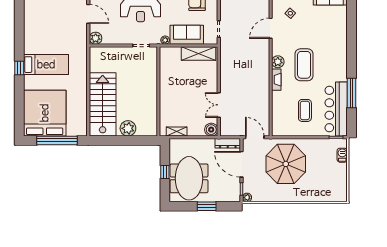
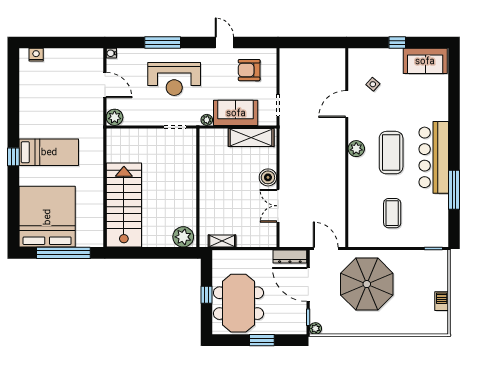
fireplace: (276, 80) -> (354, 172), removed
bar counter: (336, 109) -> (434, 157), moved
plant: (128, 128) -> (183, 237), moved
boiler: (211, 130) -> (268, 177), moved
barbecue: (342, 155) -> (442, 301), moved

